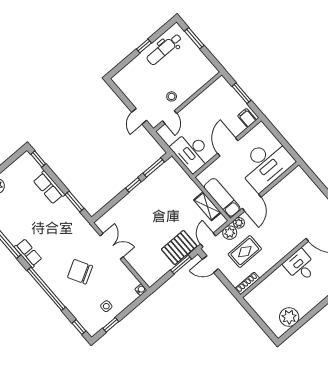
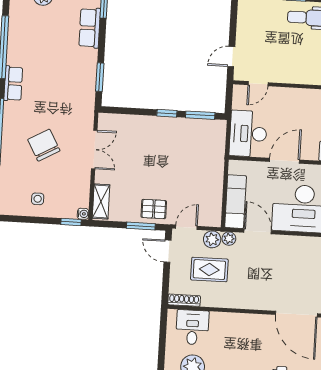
stool: (172, 96) -> (278, 67), removed
row of seats: (49, 187) -> (90, 28), moved
door: (252, 203) -> (258, 231), swing flipped
shelving: (207, 206) -> (101, 202), moved
pallet: (179, 248) -> (154, 209), width x0.67, depth x0.71
desk: (300, 266) -> (192, 327), moved
window: (111, 325) -> (71, 222), moved

